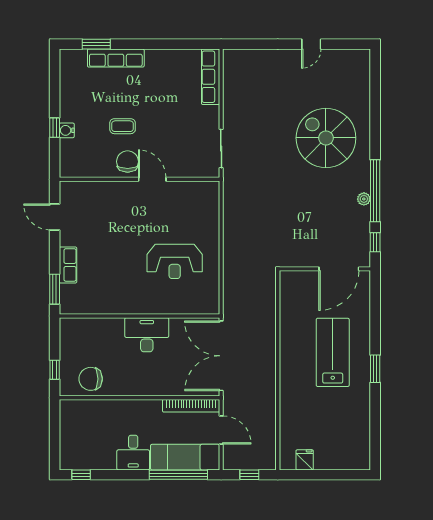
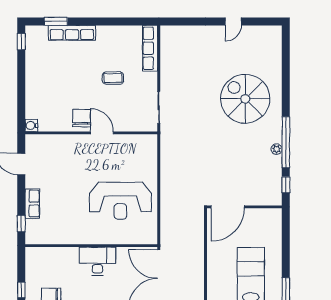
coffee table: (123, 126) -> (113, 78), moved
window: (55, 128) -> (21, 42), moved
water cooler: (67, 130) -> (31, 125), moved
reception desk: (175, 261) -> (120, 201), width x1.36, depth x1.30
door: (339, 269) -> (228, 207), moved
window: (55, 289) -> (21, 224), width x0.67

